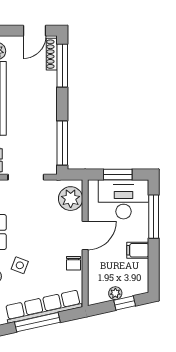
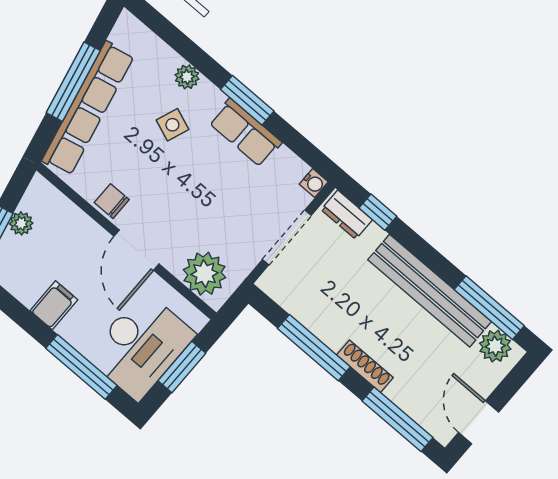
shoe rack: (52, 54) -> (365, 366), moved
window: (62, 143) -> (314, 348), moved

